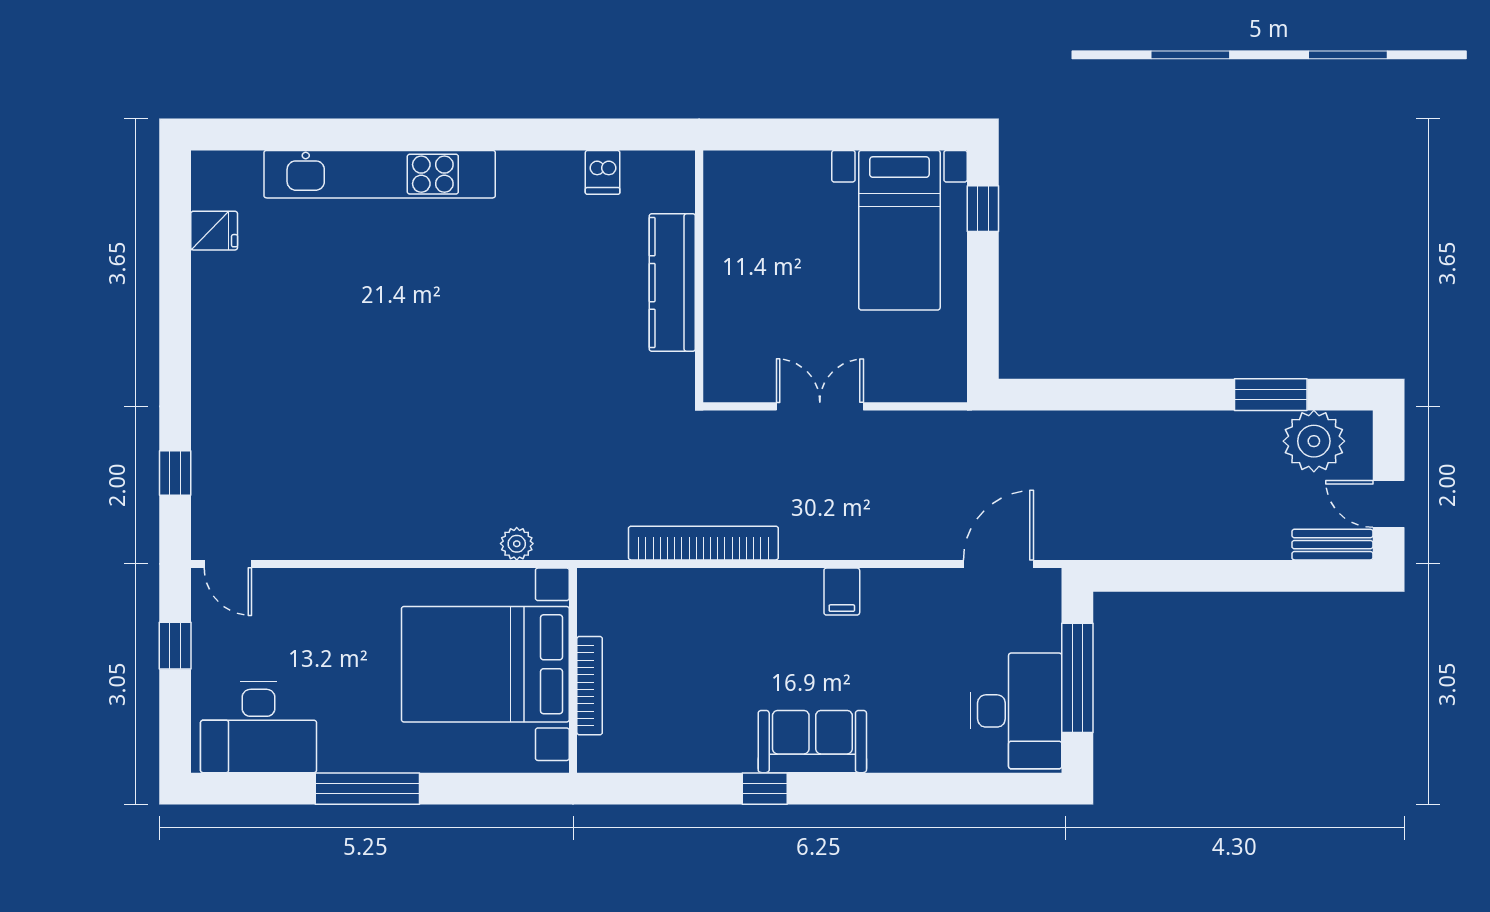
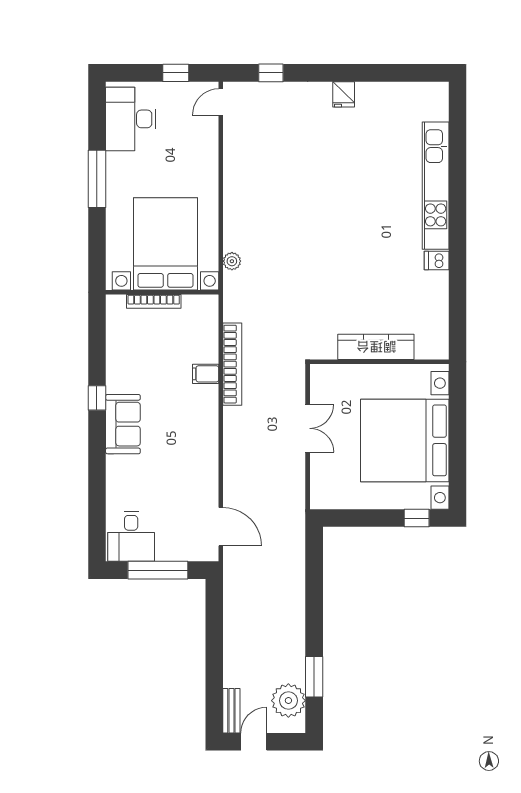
dishwasher: (603, 172) -> (437, 261), moved
bed with nightstands: (899, 230) -> (405, 440), width x1.85
fridge: (214, 231) -> (344, 94), moved
filing cabinet: (842, 592) -> (206, 374), moved
desk: (1016, 711) -> (131, 536), width x0.73

